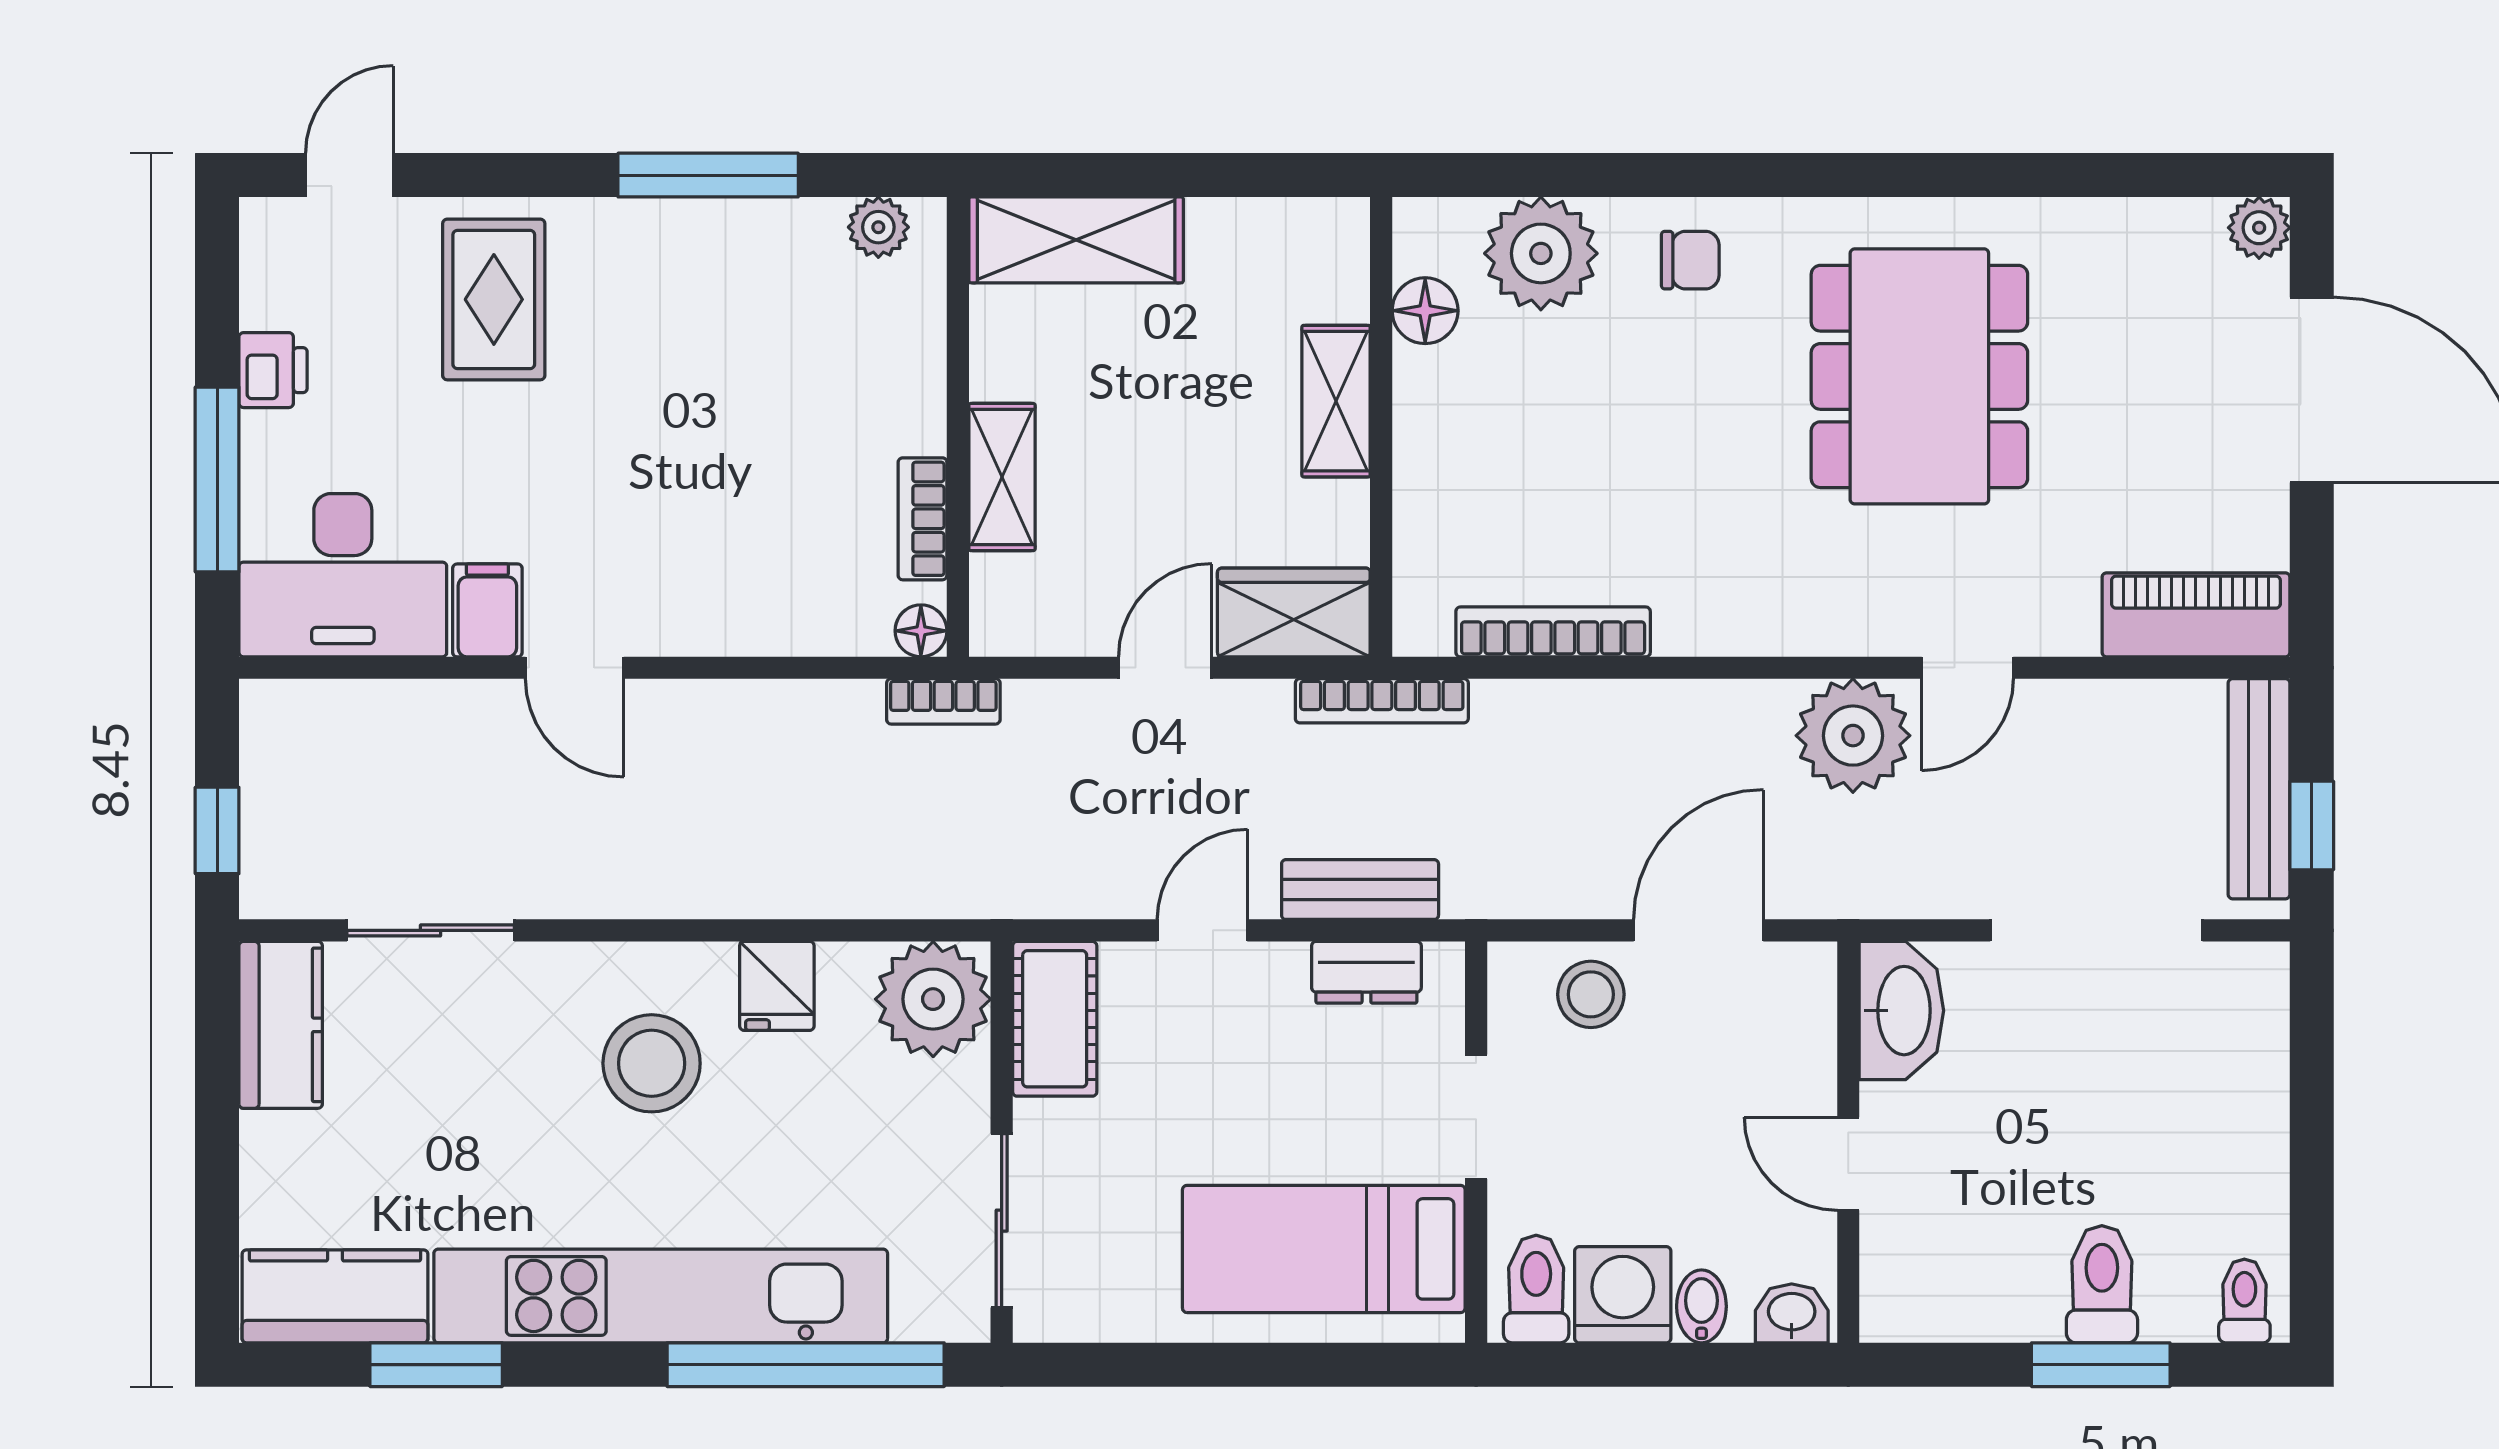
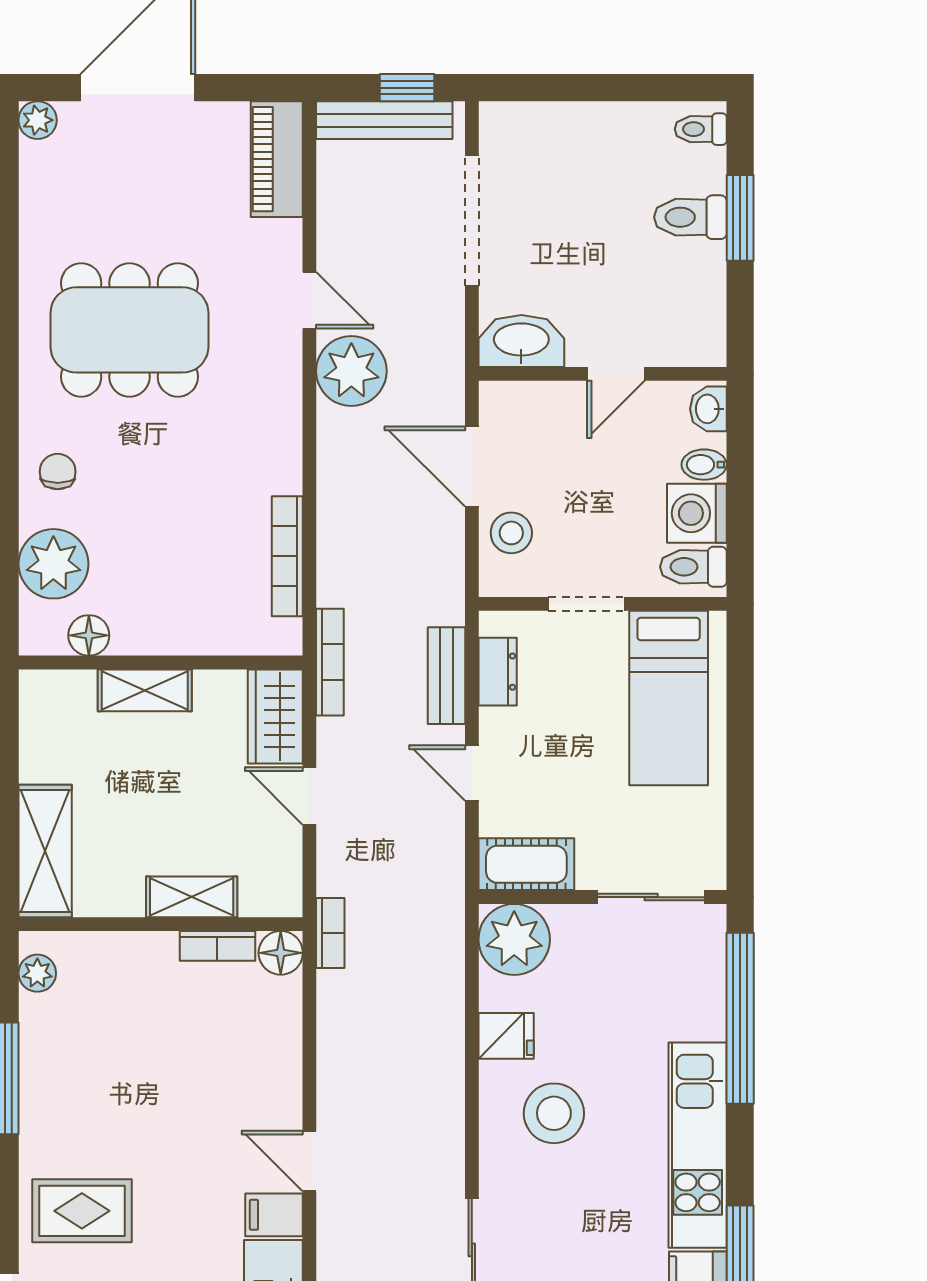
floor lamp: (921, 631) -> (281, 953), width x1.37, depth x1.37
door: (575, 668) -> (309, 1161), swing flipped
kitchen unit: (661, 1296) -> (698, 1145), width x0.73

